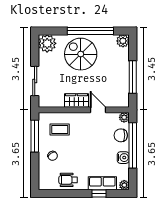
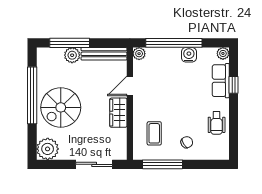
plant: (123, 41) -> (72, 55), moved
window: (133, 77) -> (70, 43), moved
bench: (124, 89) -> (104, 54), added
chair: (121, 135) -> (161, 58), removed

